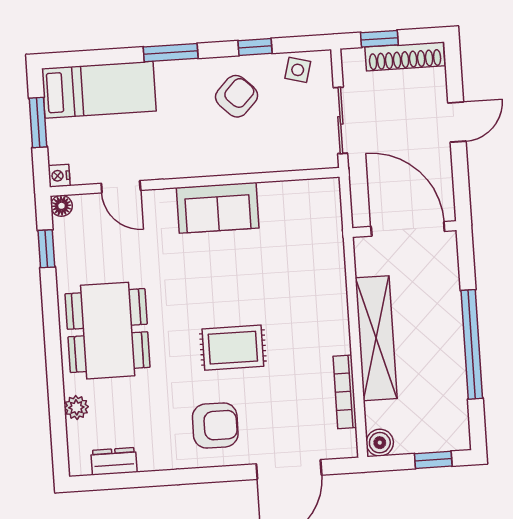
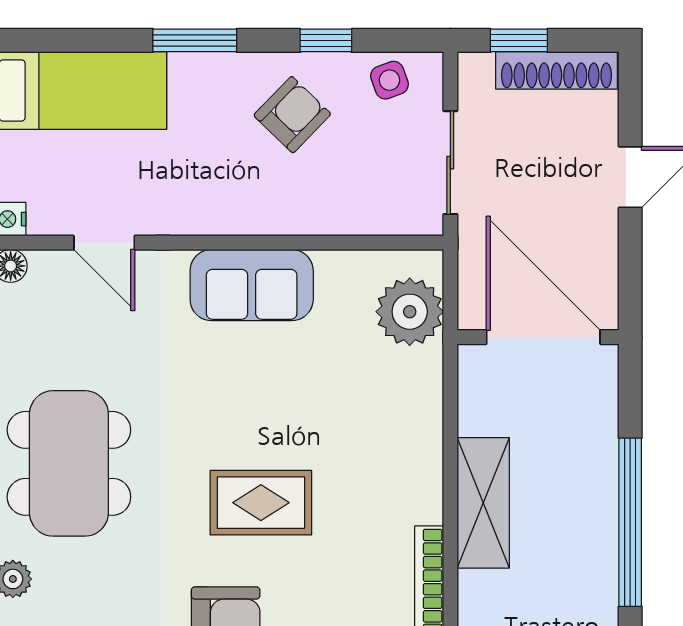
side table: (298, 70) -> (389, 80), turned -35
plant: (321, 218) -> (410, 312), added
shelving: (376, 338) -> (483, 503), width x0.68

